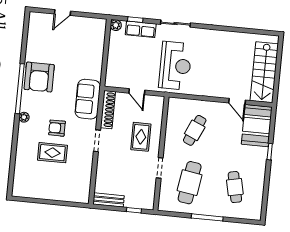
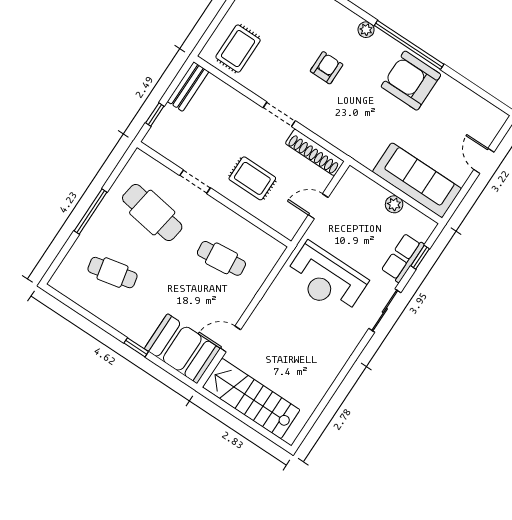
plant: (116, 25) -> (394, 204), moved
sofa: (88, 99) -> (417, 180), moved, width x1.36
cafe table: (195, 130) -> (221, 258), turned -30
rug: (52, 153) -> (238, 49), moved

